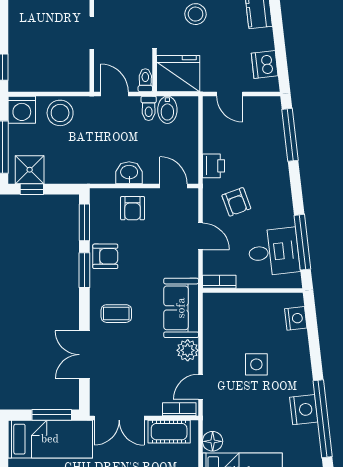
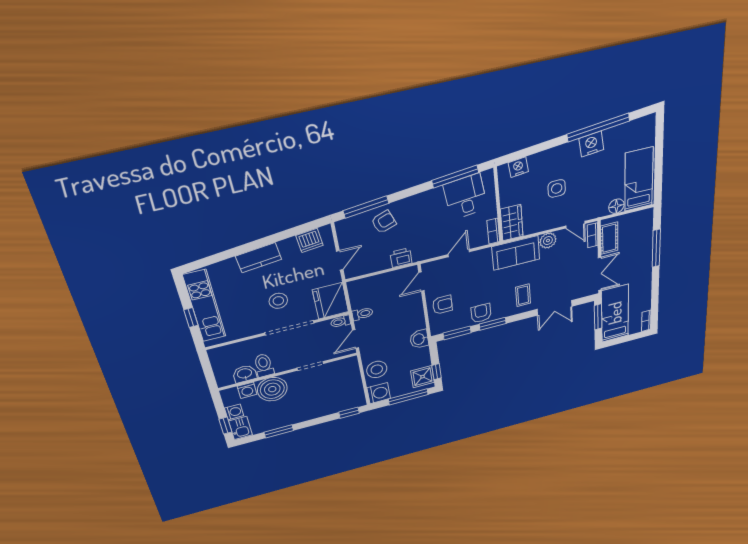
bidet: (167, 110) -> (361, 301), removed
washbasin: (129, 173) -> (419, 339), moved
armchair: (236, 202) -> (384, 222), moved
wardrobe: (225, 305) -> (512, 223), added

